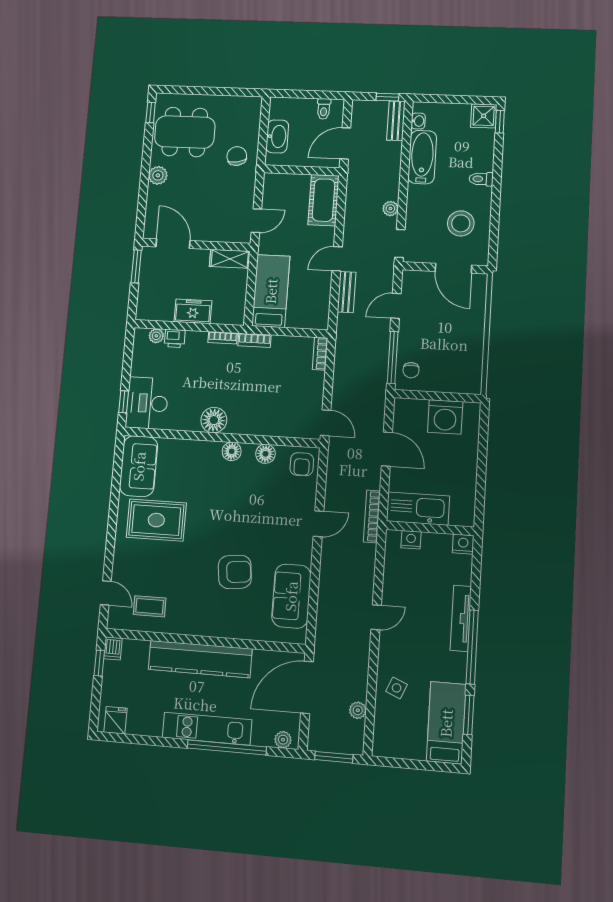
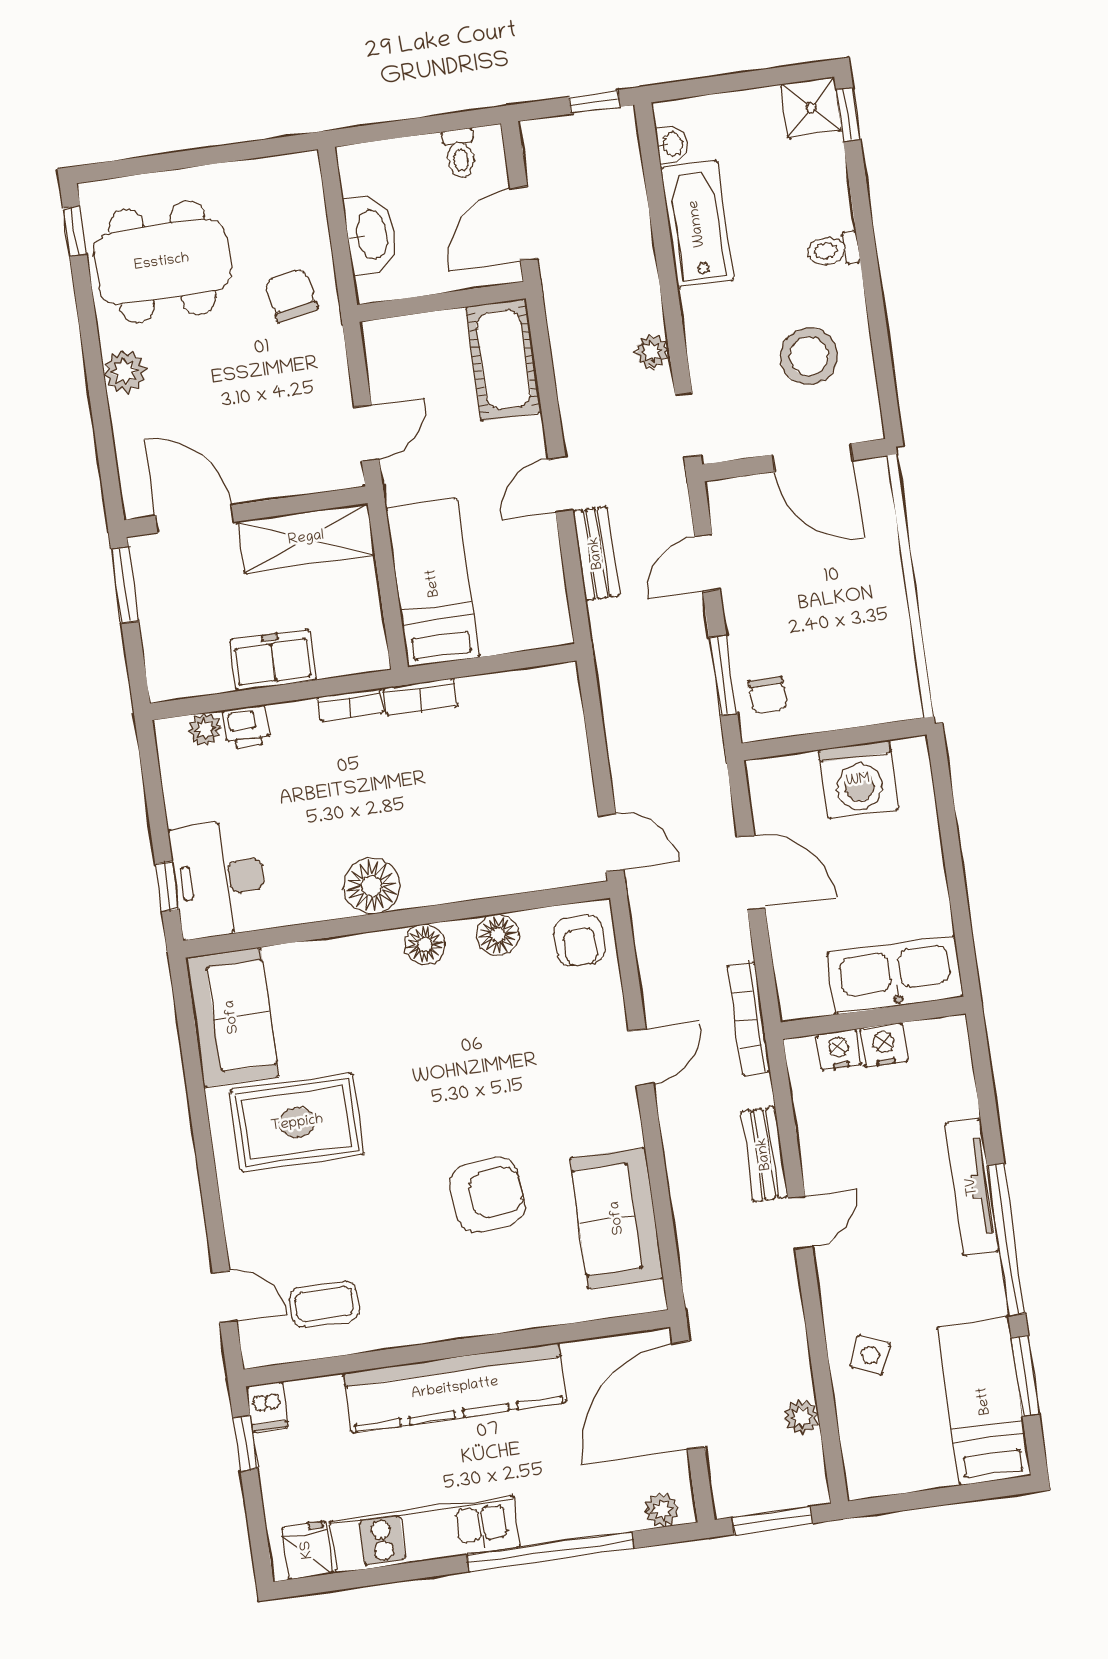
bench: (396, 121) -> (764, 1154), moved
shelving: (230, 259) -> (306, 538), width x1.50, depth x1.33
bookcase: (320, 354) -> (568, 698), removed
window: (393, 358) -> (723, 676), width x0.69
kitchen sink: (418, 509) -> (895, 975), moved
nightstand: (463, 544) -> (884, 1045), moved
kitchen unit: (207, 729) -> (425, 1534), moved

